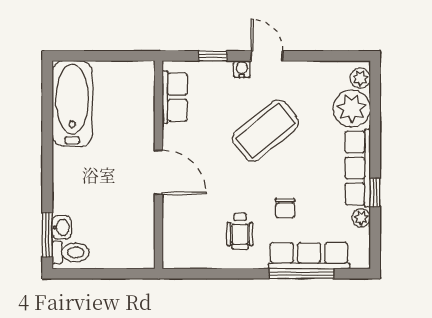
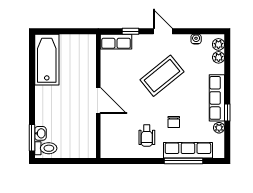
water cooler: (242, 69) -> (196, 39), moved
row of seats: (175, 97) -> (116, 42), moved, turned 90
plant: (352, 109) -> (219, 57), width x0.53, depth x0.53

